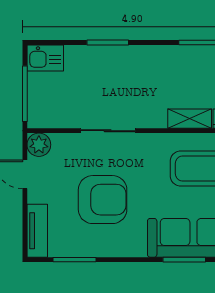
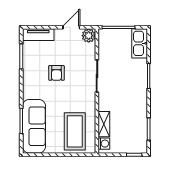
kitchen sink: (45, 58) -> (140, 43), width x1.38
armchair: (103, 200) -> (56, 73), width x0.53, depth x0.53

